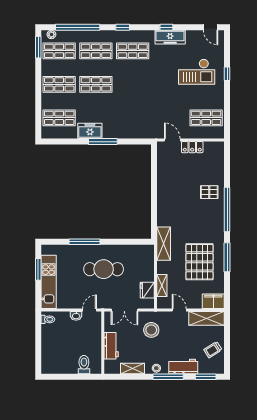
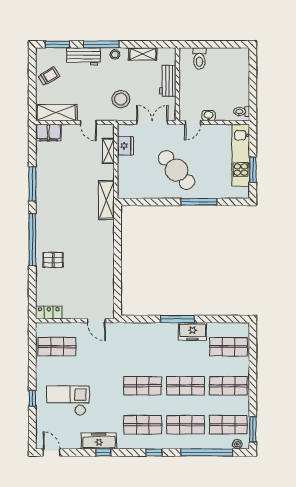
shop shelf: (133, 84) -> (143, 386), added
locker: (192, 147) -> (49, 313), moved
pallet: (199, 262) -> (65, 179), removed
cafe table: (104, 269) -> (177, 170), turned 49

